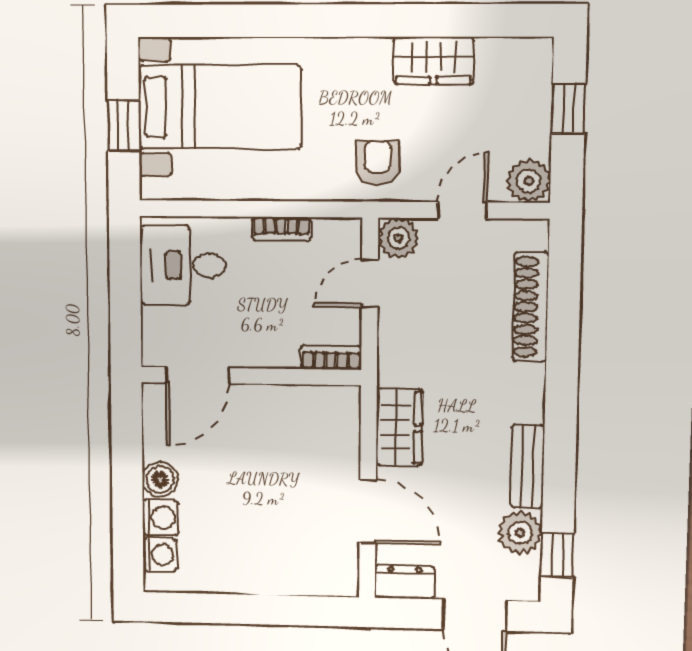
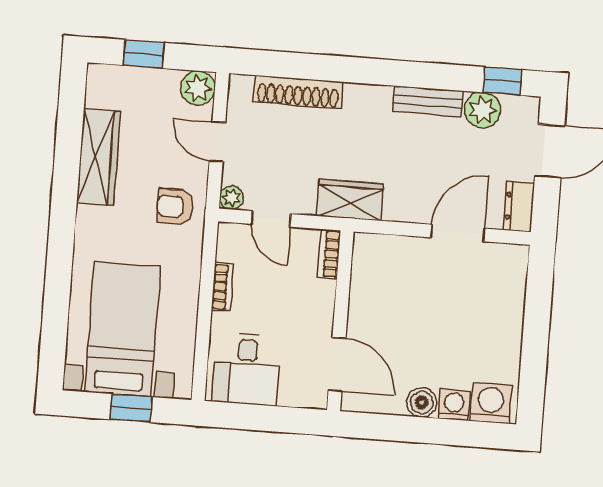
wardrobe: (434, 60) -> (98, 157), width x1.50
plant: (398, 238) -> (231, 198), width x0.73, depth x0.73
wardrobe: (399, 427) -> (350, 200), moved
washing machine: (160, 555) -> (491, 403), width x1.38, depth x1.38

